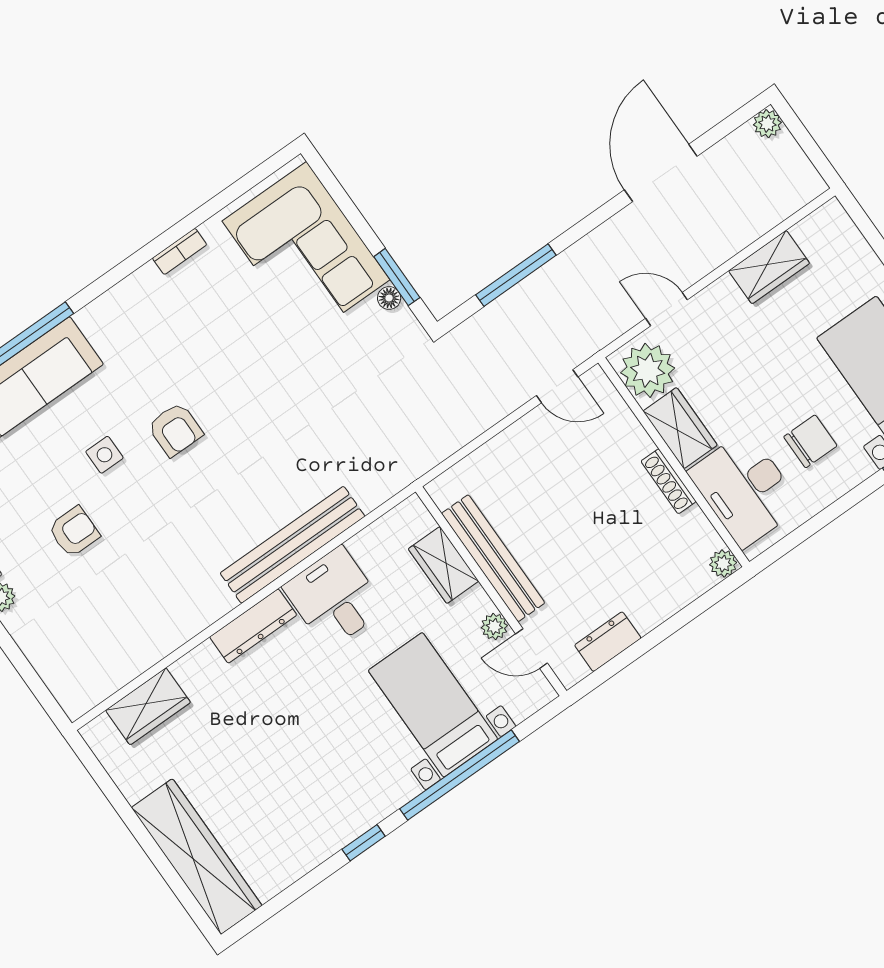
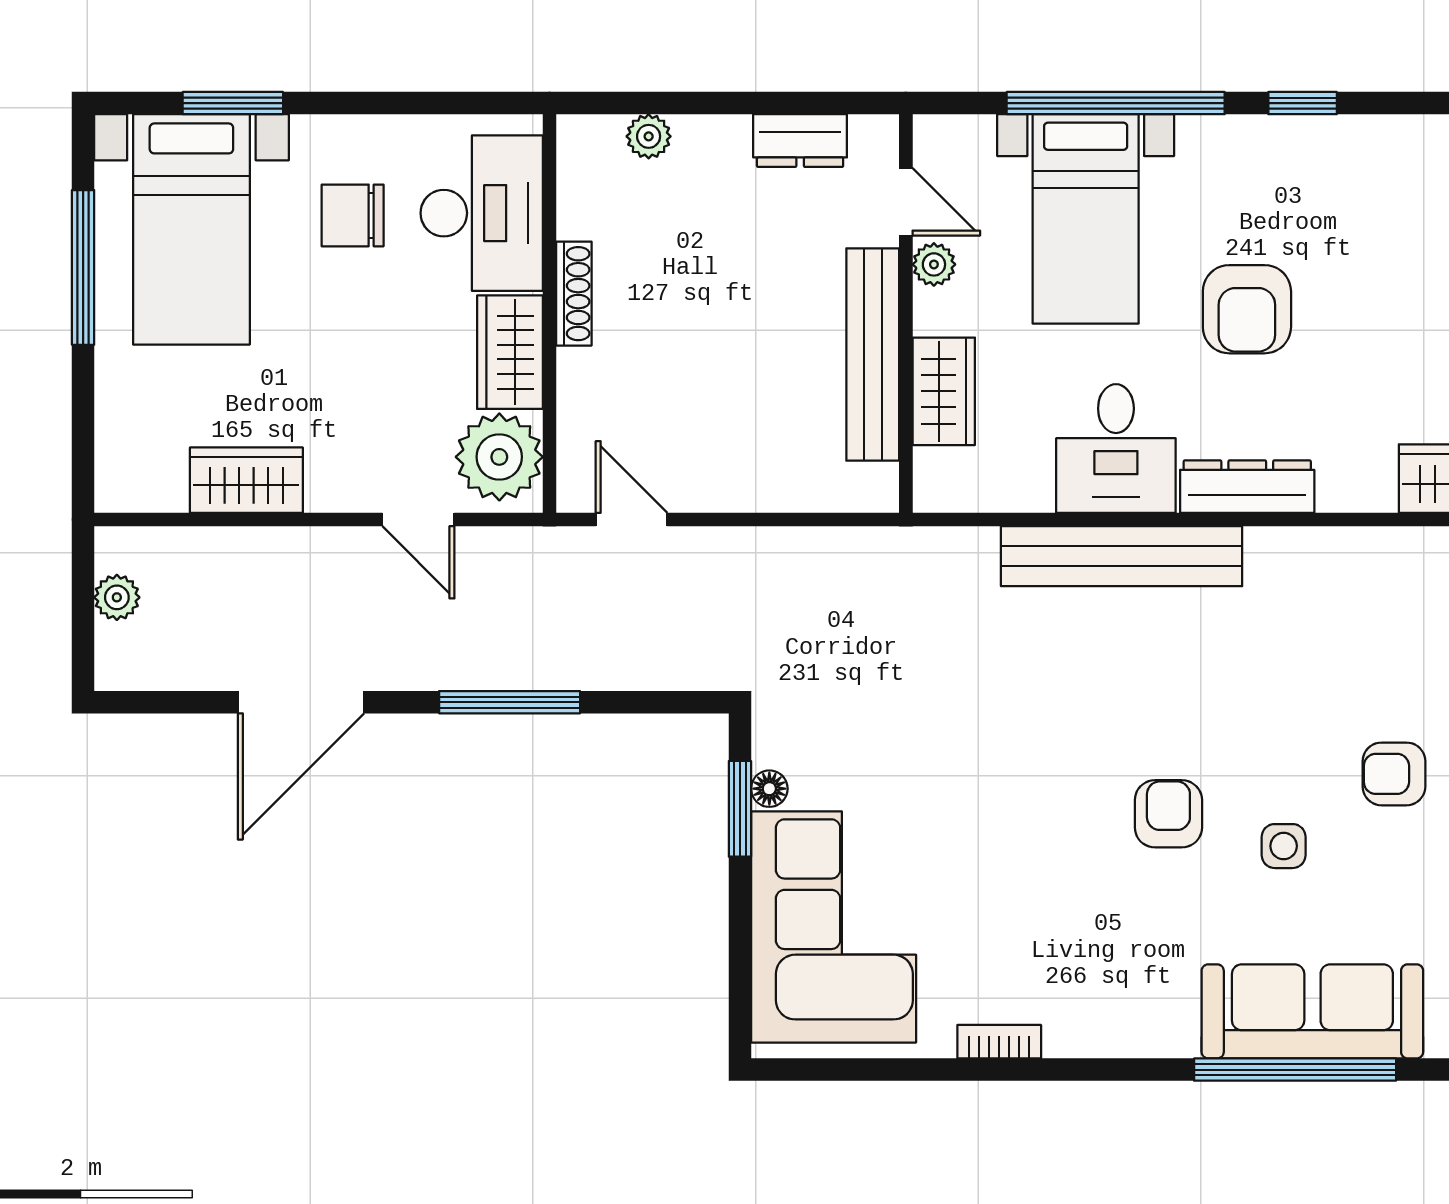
plant: (767, 124) -> (117, 597), moved
window: (516, 275) -> (510, 702), moved
plant: (723, 564) -> (649, 136), moved
armchair: (318, 717) -> (1247, 309), added

